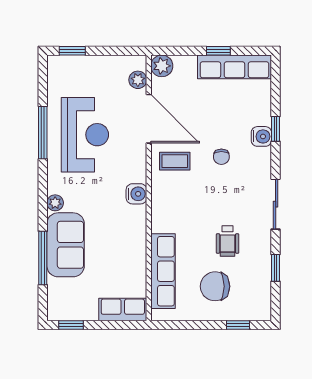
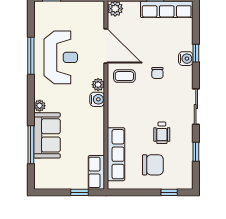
plant: (138, 80) -> (98, 85), moved
chair: (215, 286) -> (153, 165), turned 180
row of seats: (123, 309) -> (96, 172), moved, turned -90
window: (71, 325) -> (79, 192), moved

